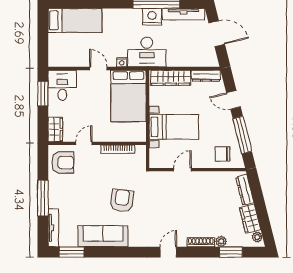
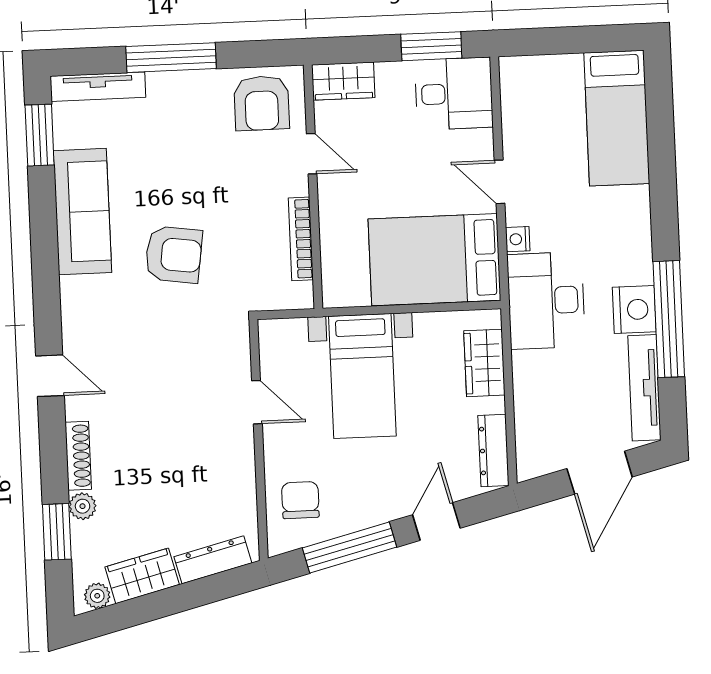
door: (98, 69) -> (500, 182), swing flipped
wardrobe: (171, 78) -> (484, 363), width x0.67

